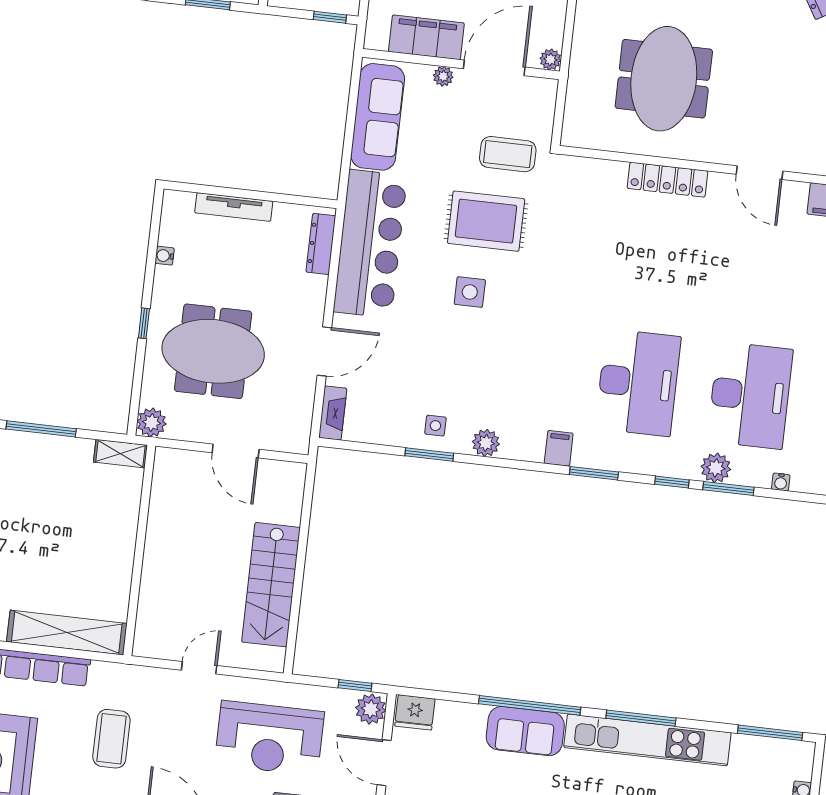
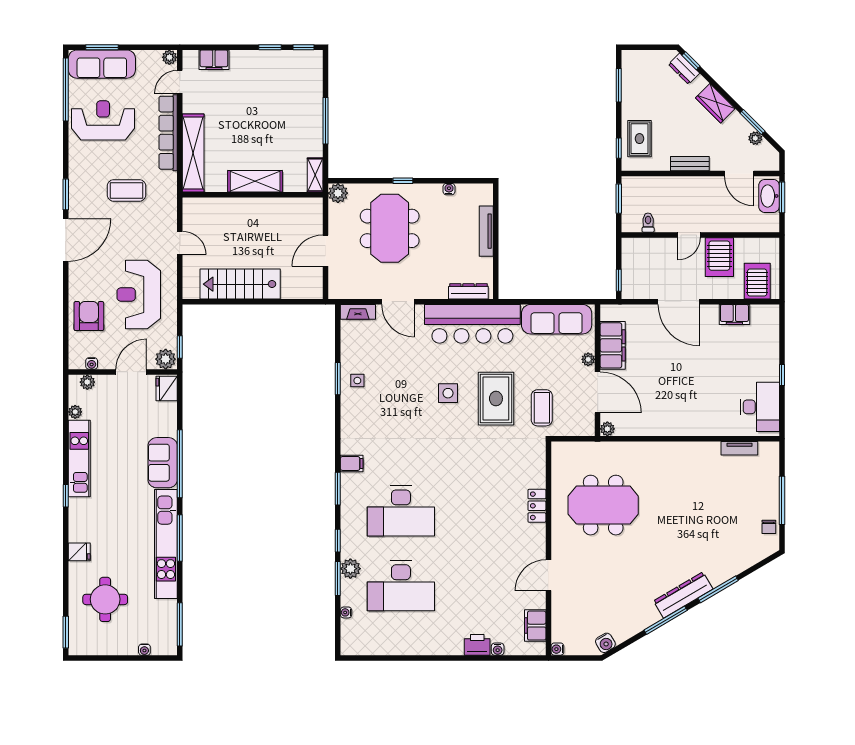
locker: (667, 180) -> (537, 506), width x0.66
plant: (486, 443) -> (350, 415), removed
shelving: (120, 545) -> (255, 181), added

